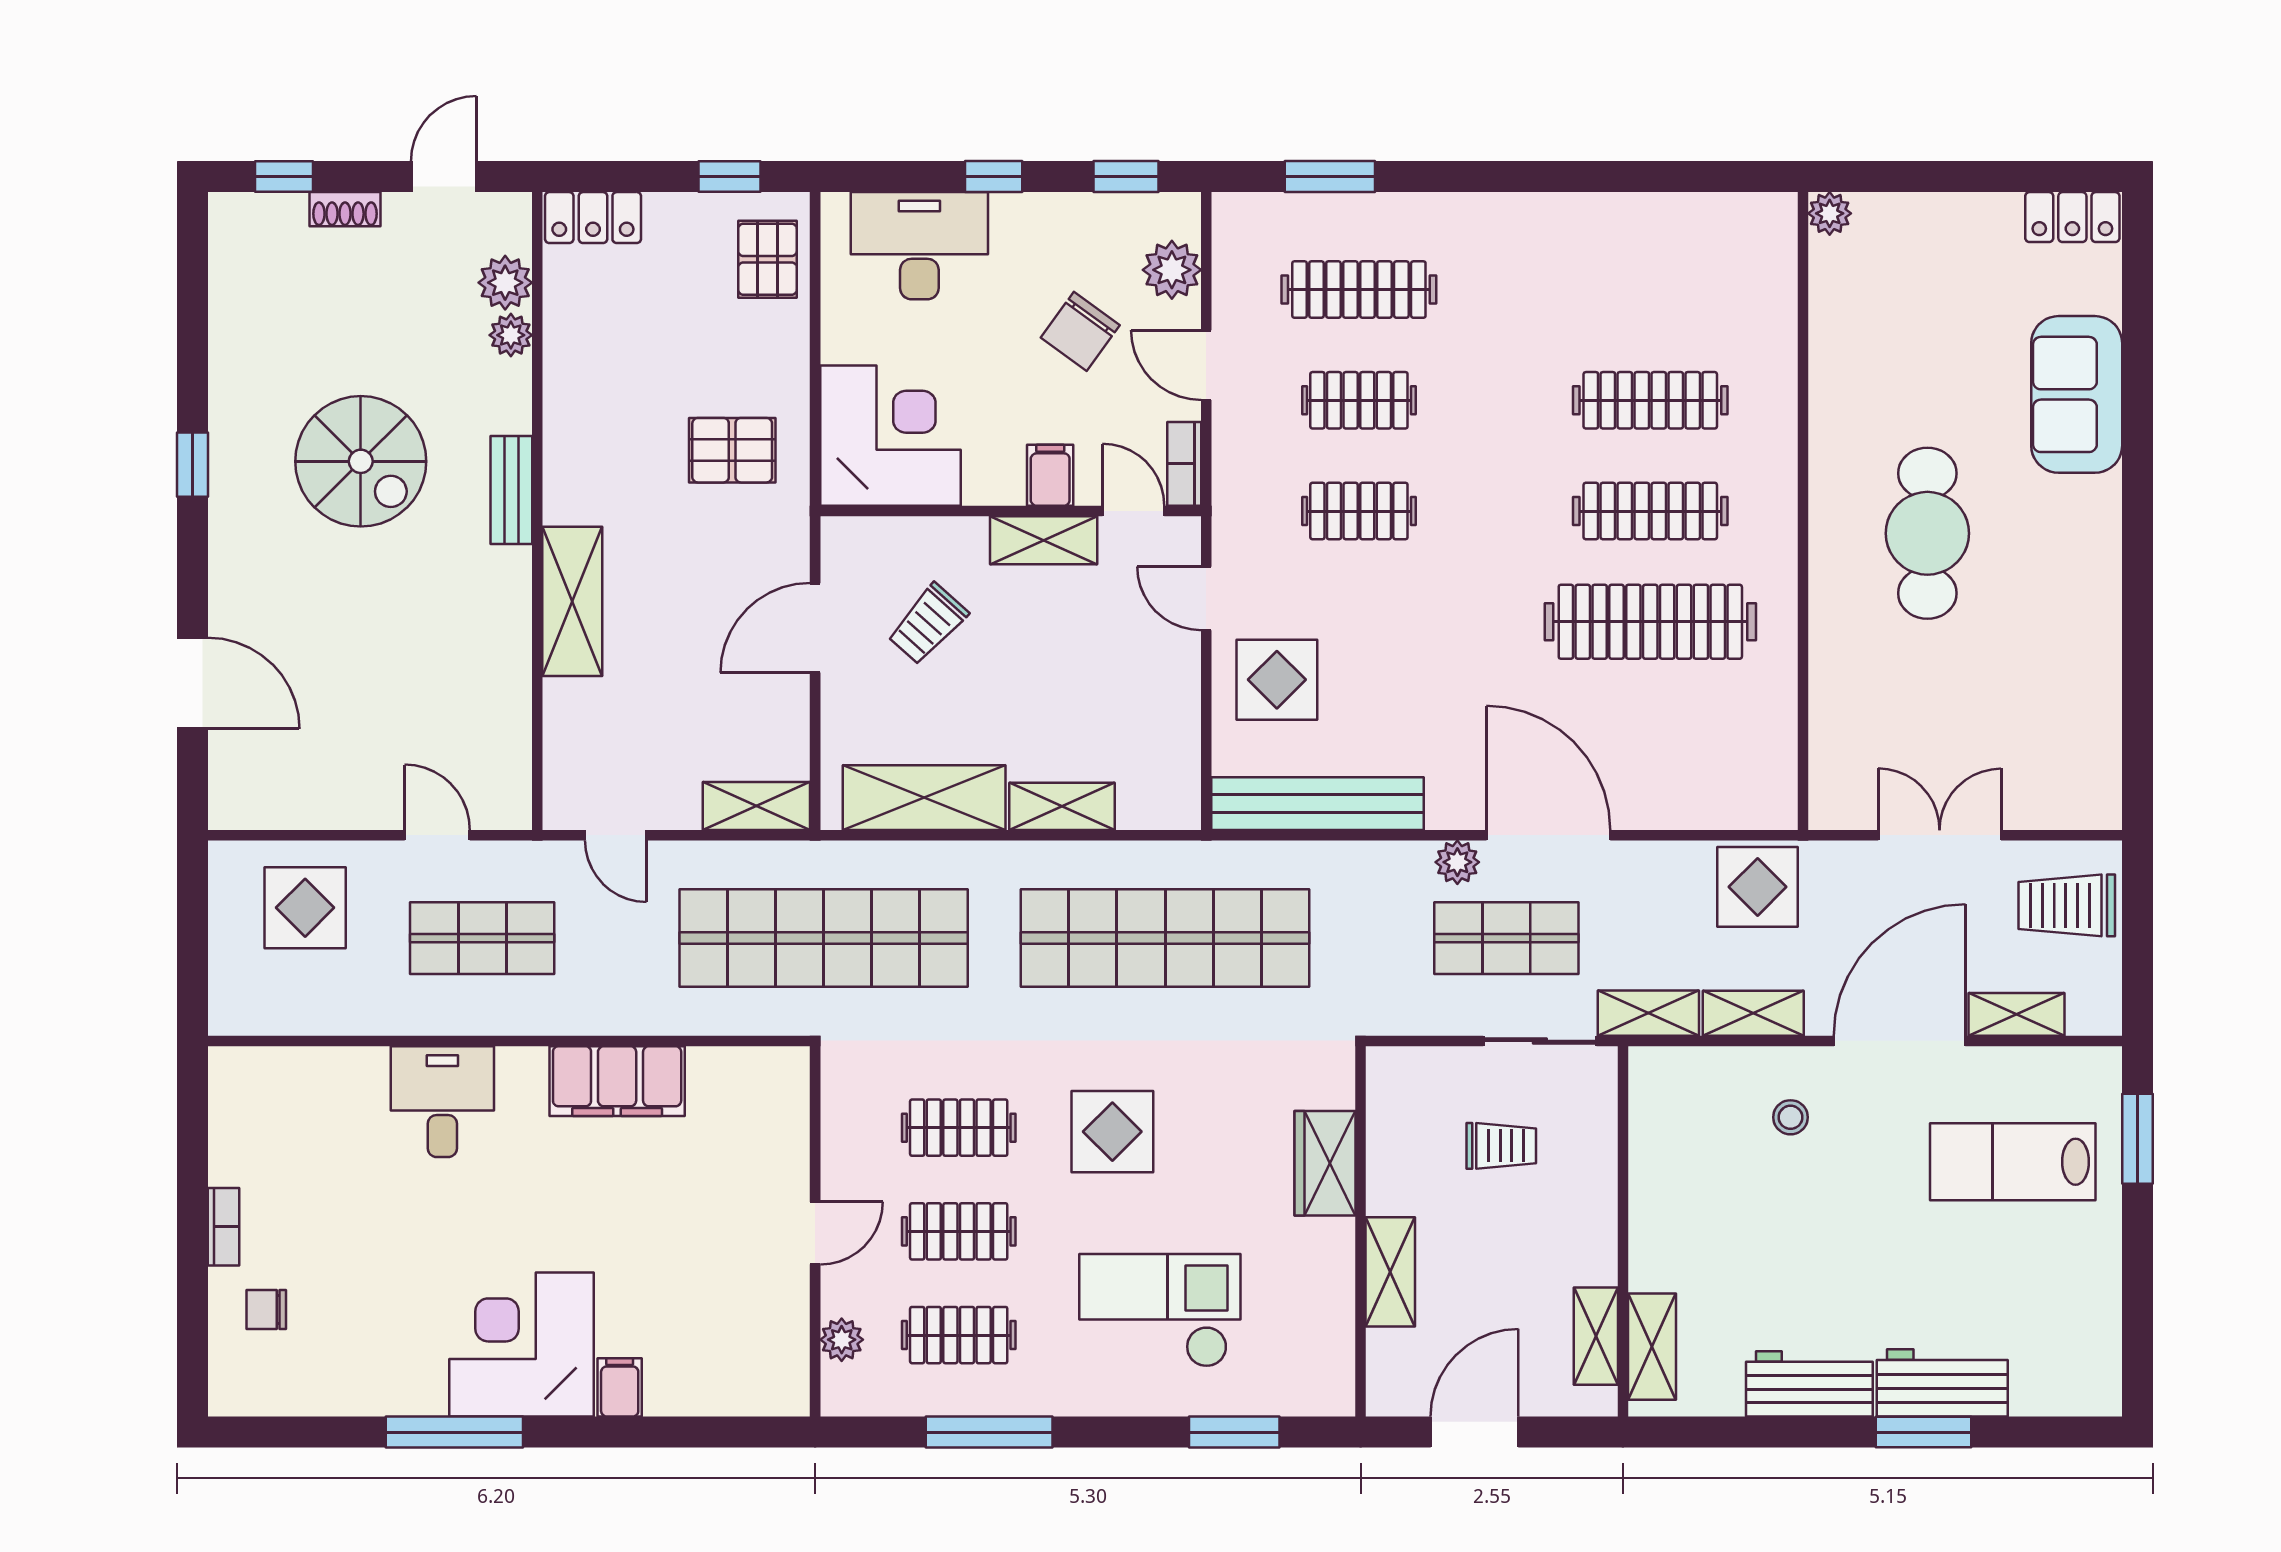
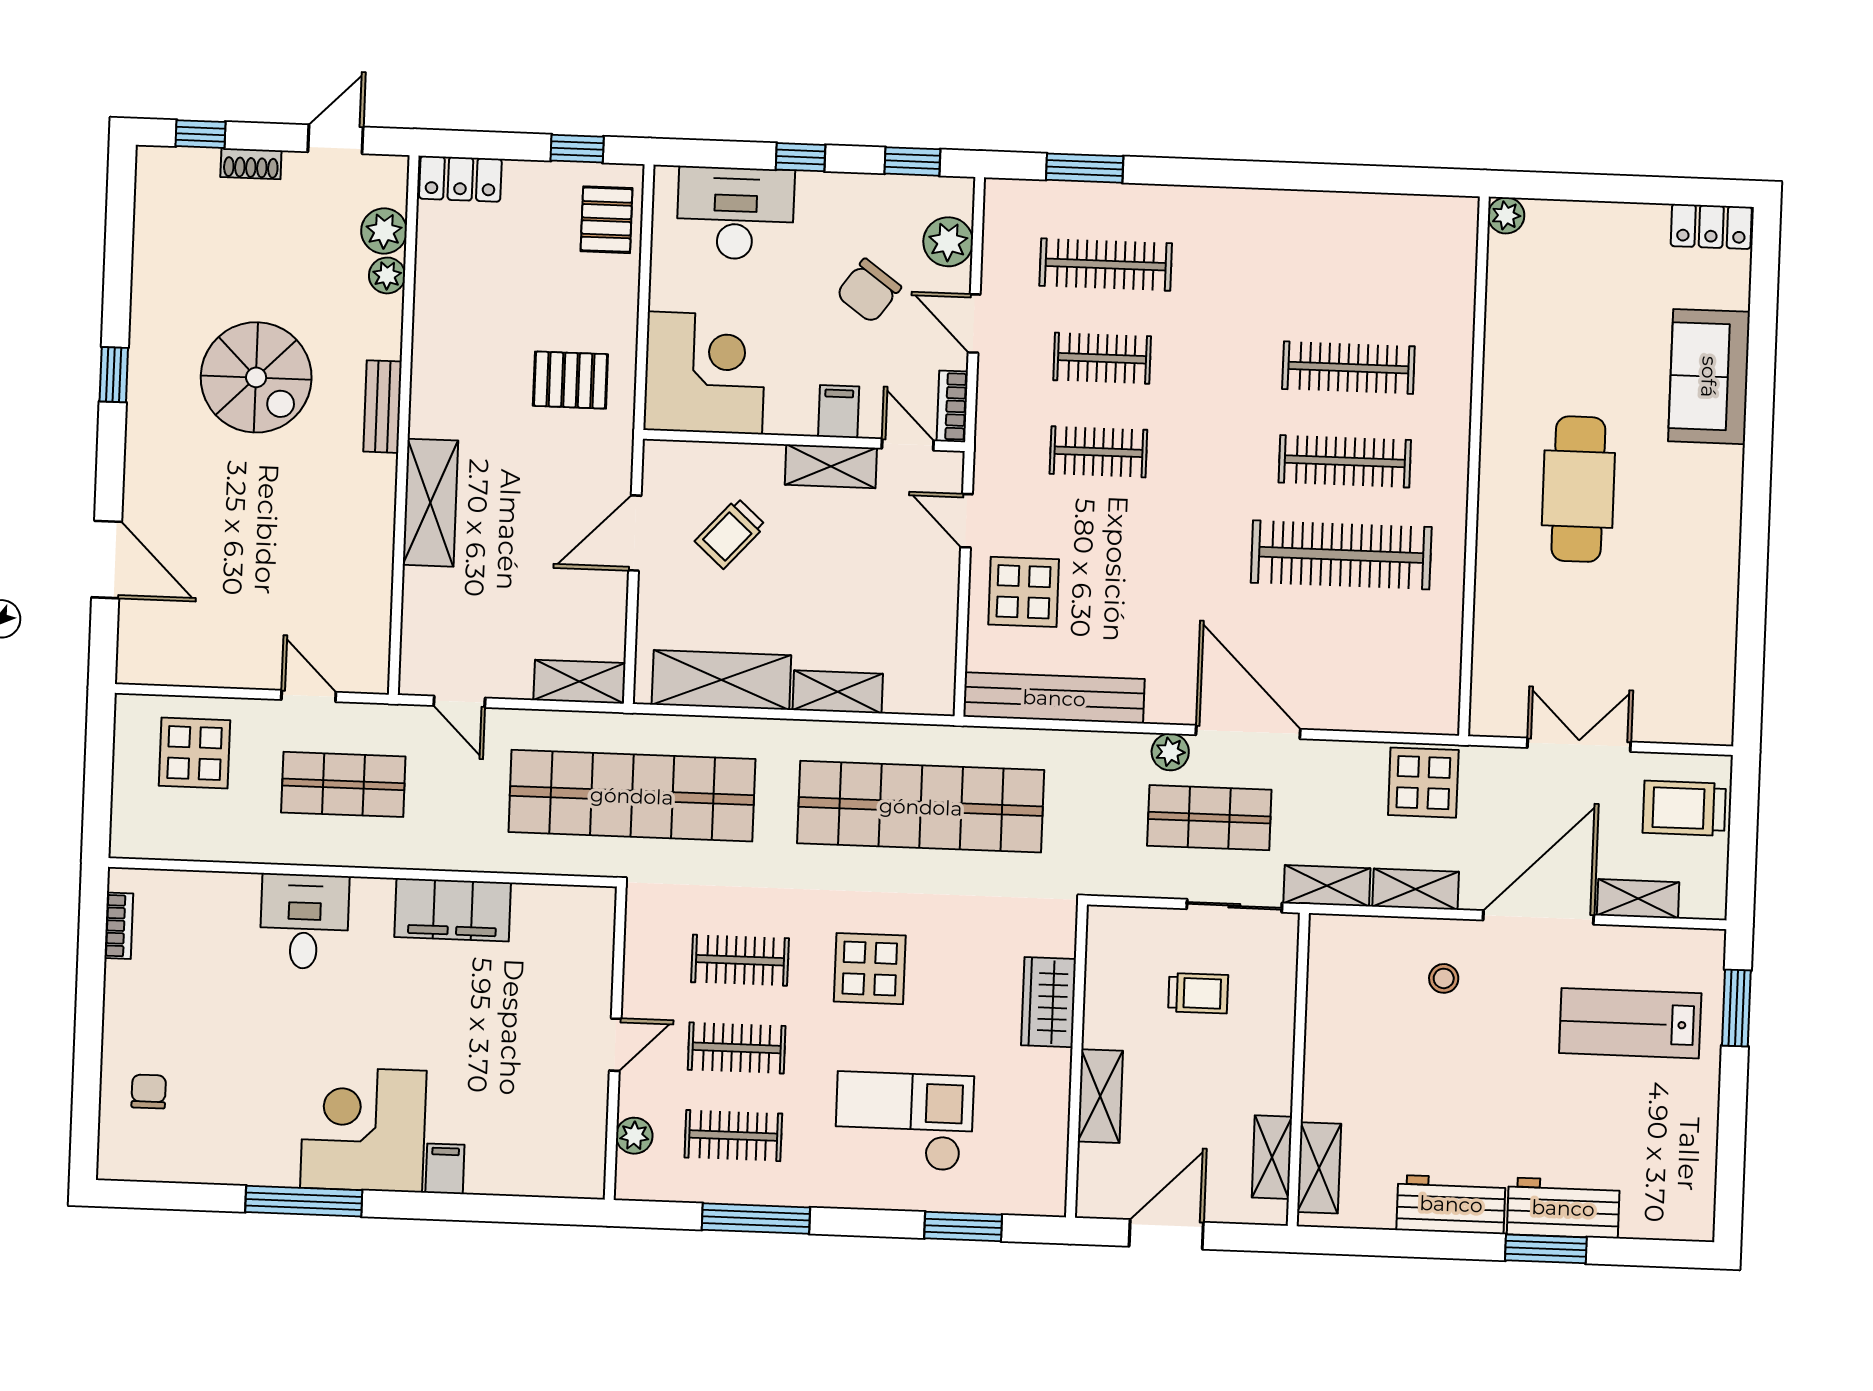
bookcase: (224, 1227) -> (119, 926), moved
chair: (266, 1310) -> (149, 1091), turned 90

